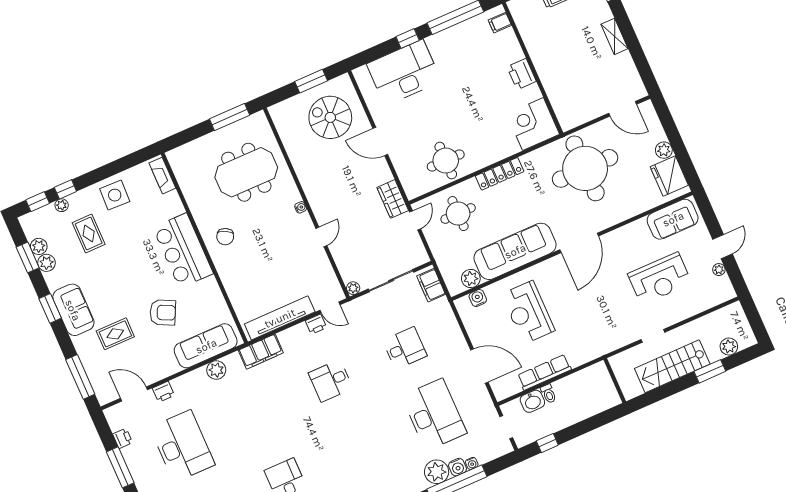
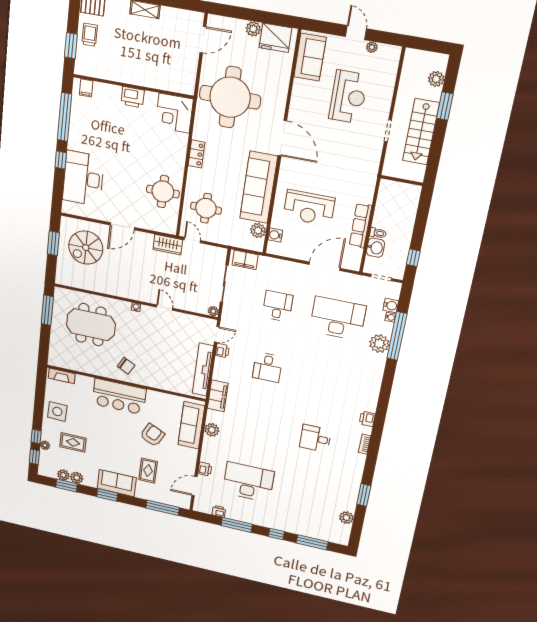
meeting table: (246, 172) -> (91, 325), turned 90
locker: (500, 174) -> (197, 154), width x0.66
water cooler: (458, 467) -> (391, 305), moved

